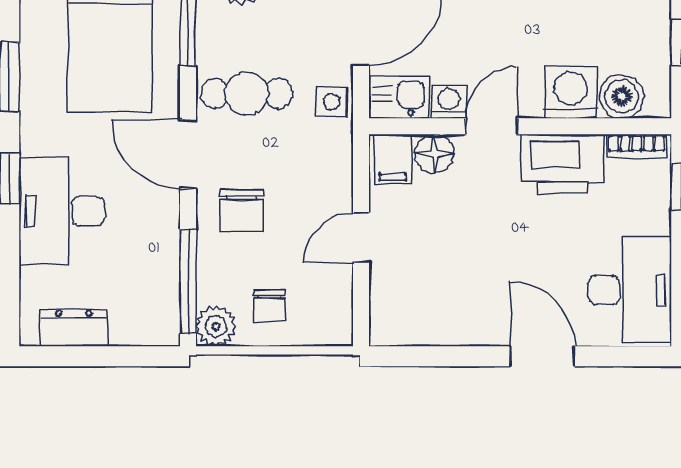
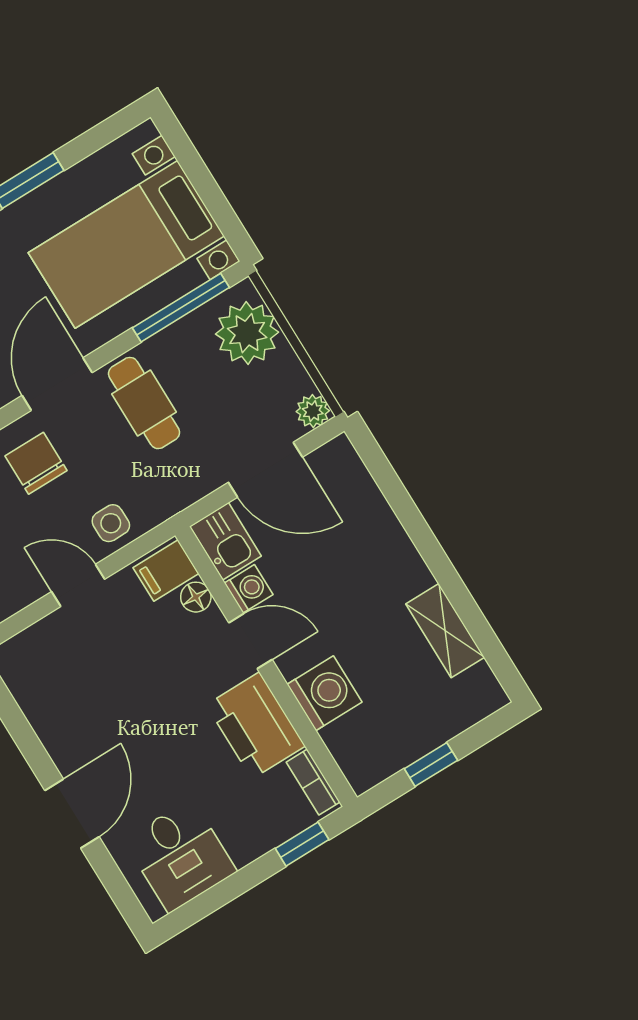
boiler: (622, 97) -> (349, 741), removed
side table: (332, 102) -> (111, 523), moved
floor lamp: (434, 154) -> (196, 597), width x0.73, depth x0.73
chair: (241, 211) -> (36, 463), turned 90
desk: (630, 290) -> (180, 856), width x0.73

